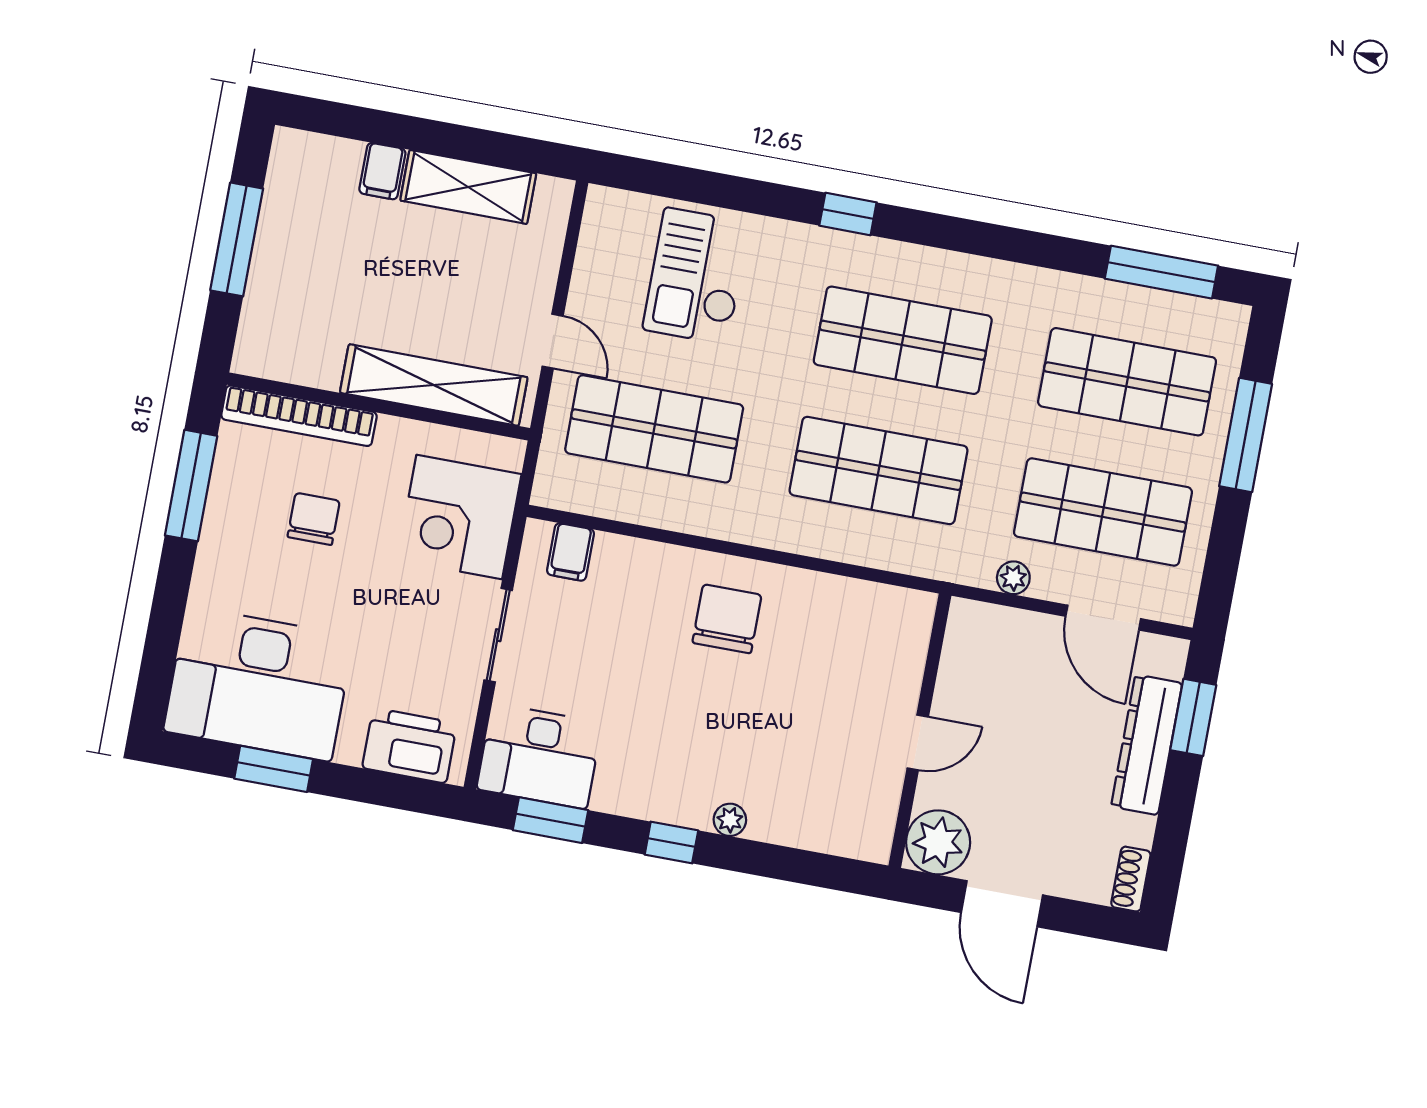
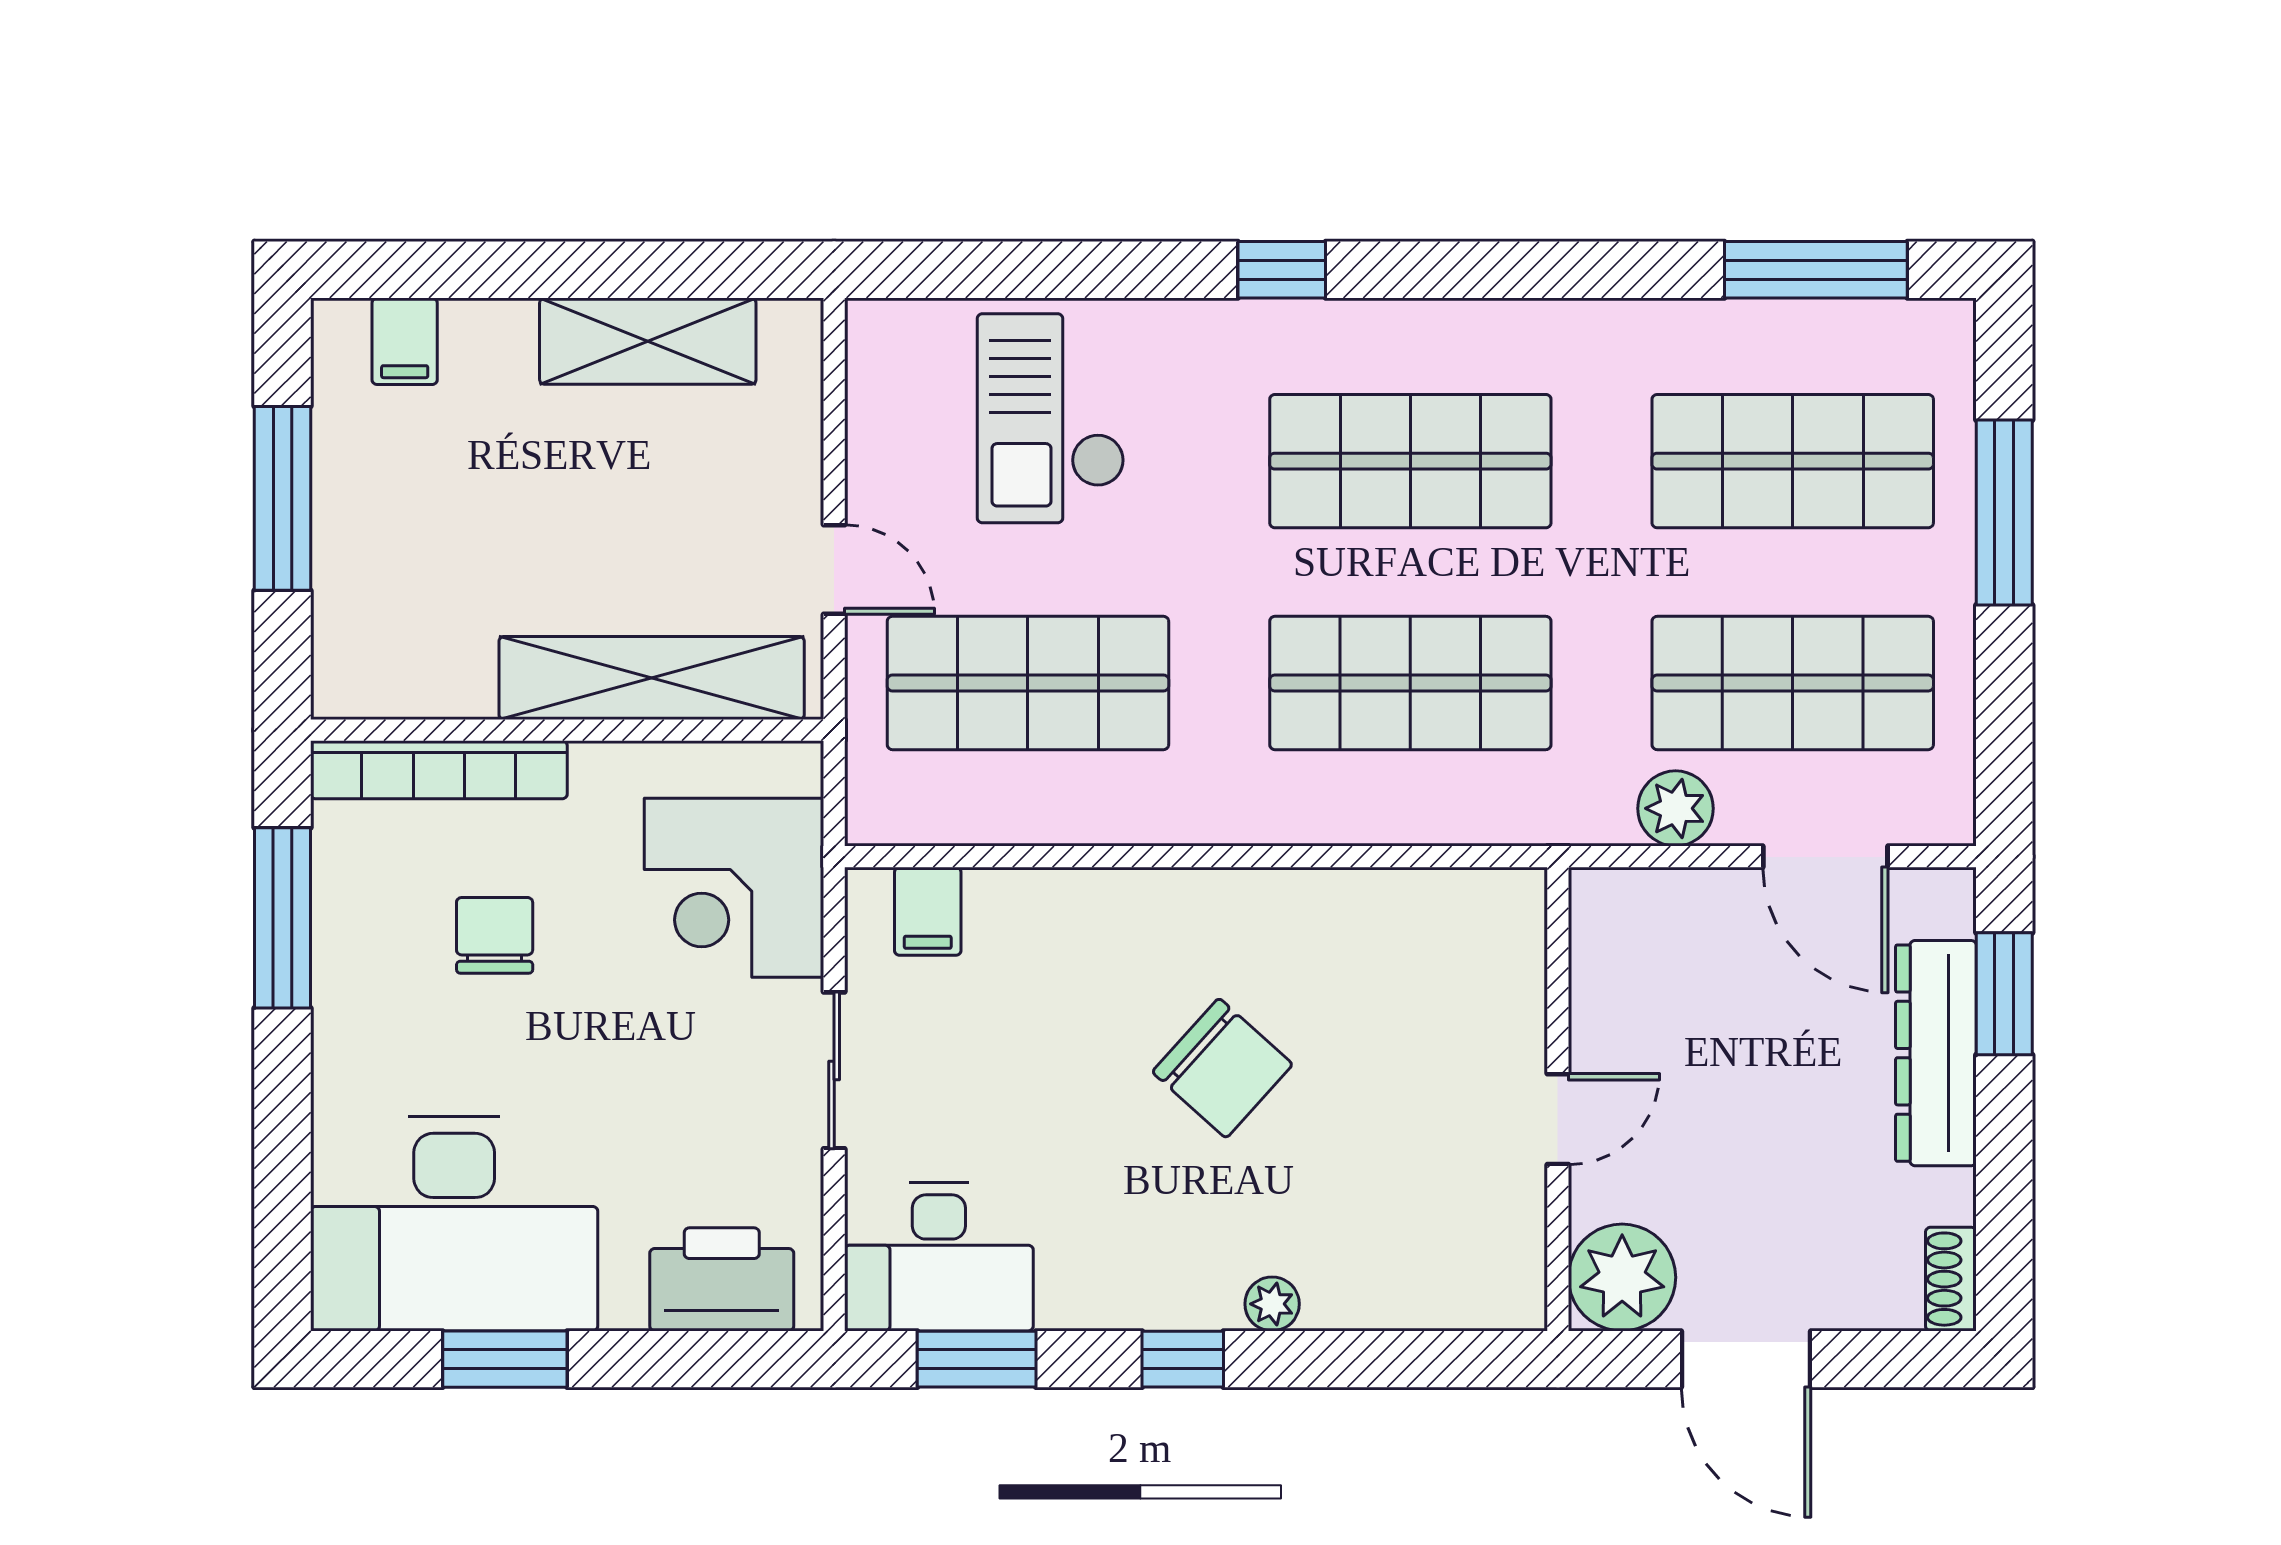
filing cabinet: (382, 171) -> (405, 341), moved
plant: (1013, 578) -> (1676, 808), width x1.38, depth x1.38
chair: (727, 619) -> (1222, 1068), moved, turned 132

